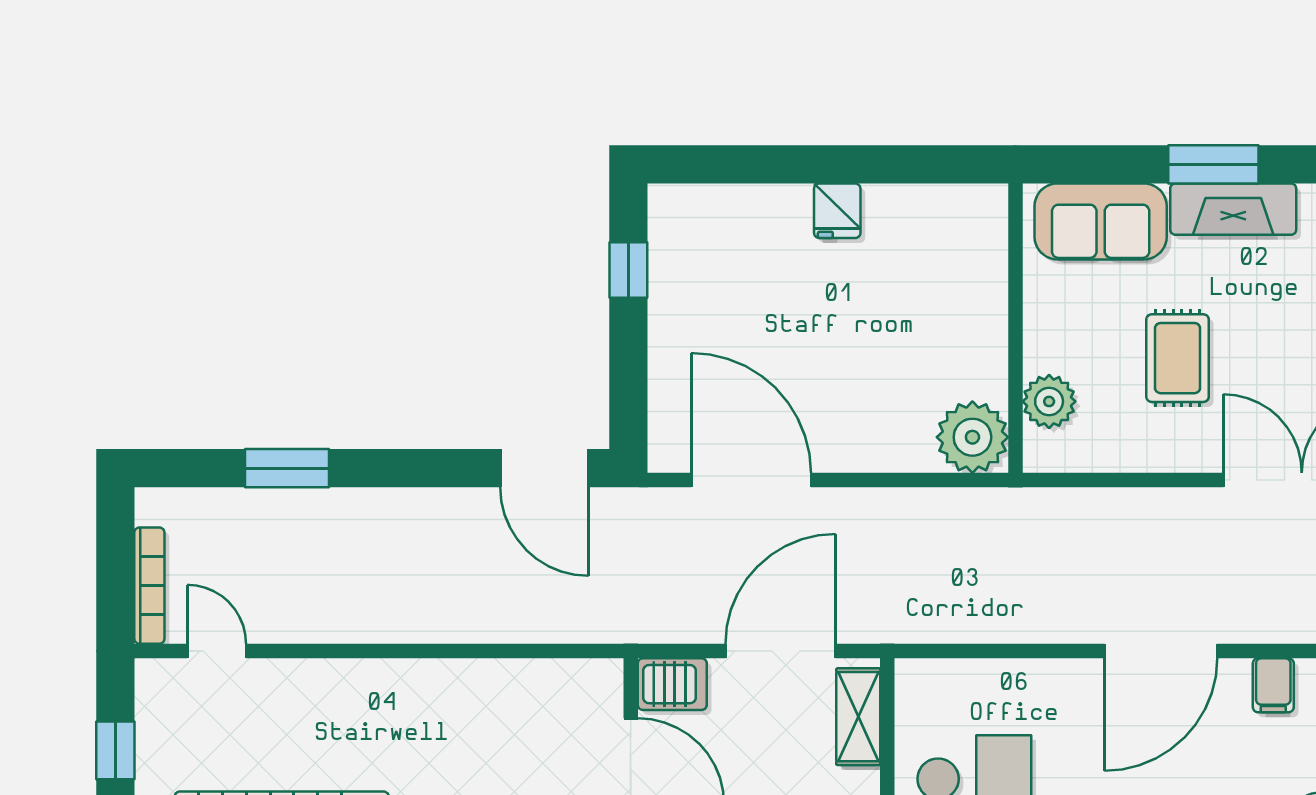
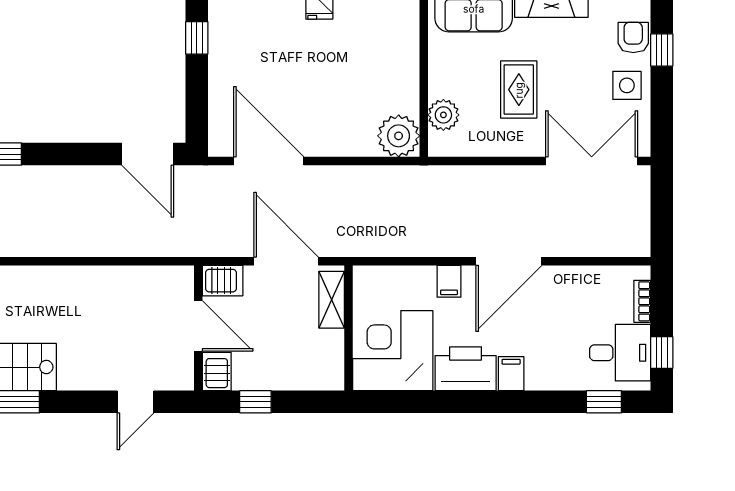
door: (781, 651) -> (286, 261), hinge flipped
filing cabinet: (1273, 685) -> (449, 281), moved

